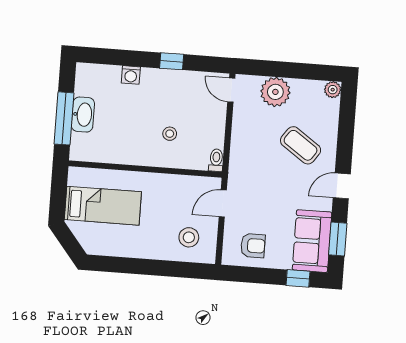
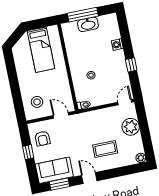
coffee table: (301, 145) -> (105, 149), turned 55
window: (298, 278) -> (28, 152), moved

